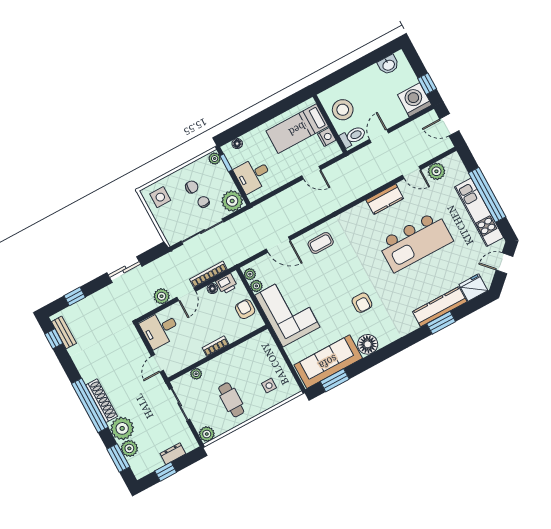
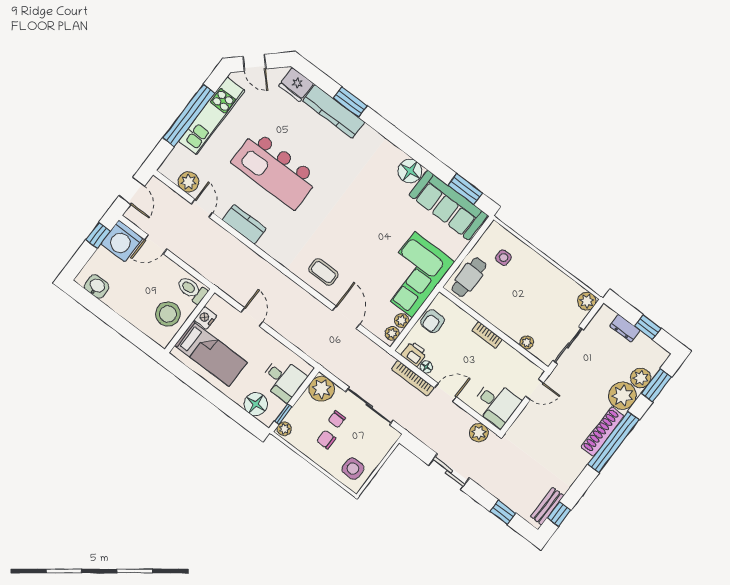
door: (379, 136) -> (156, 244), moved
floor lamp: (237, 144) -> (256, 404), width x1.89, depth x1.89
kitchen island: (415, 242) -> (275, 170), turned 180
plant: (162, 296) -> (479, 433), moved
armchair: (362, 303) -> (368, 198), removed
cafe table: (231, 400) -> (469, 277), moved

